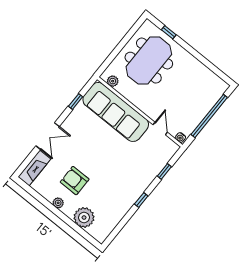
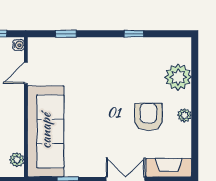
armchair: (75, 181) -> (148, 117), turned 180
window: (141, 200) -> (134, 34), moved

